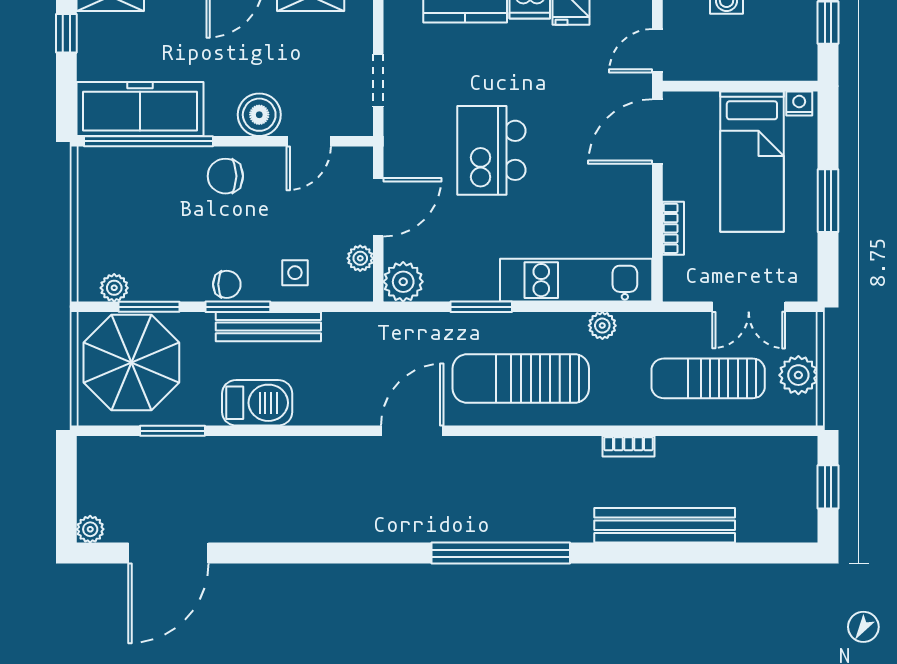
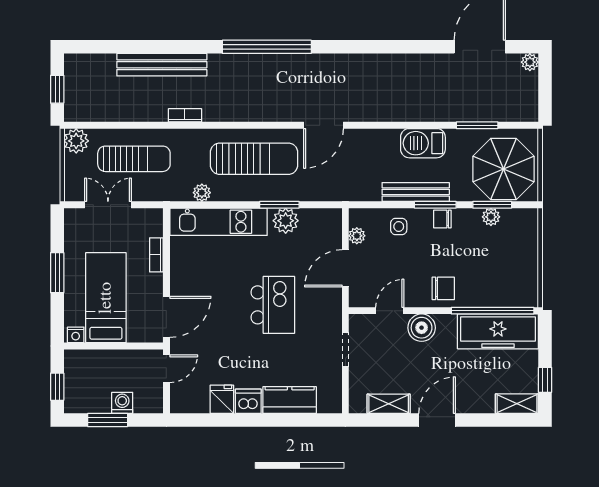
plant: (403, 282) -> (286, 221), moved
plant: (114, 288) -> (491, 217), moved
plant: (798, 375) -> (76, 141), moved

